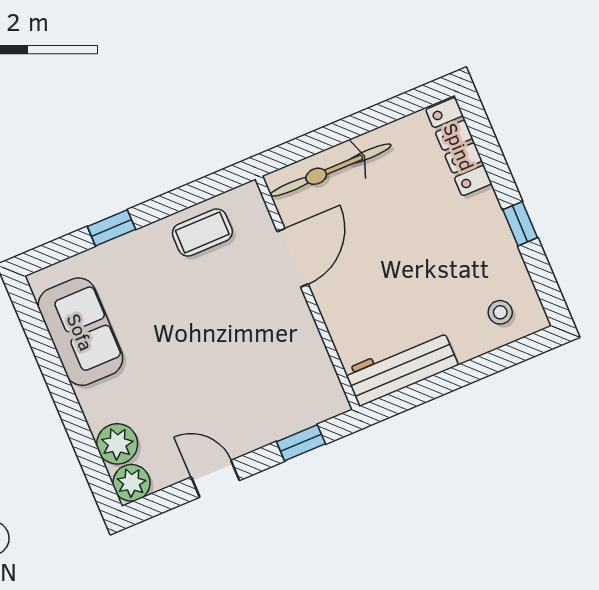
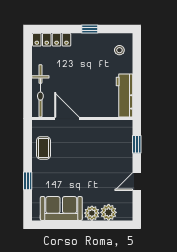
plant: (132, 483) -> (92, 213), moved

